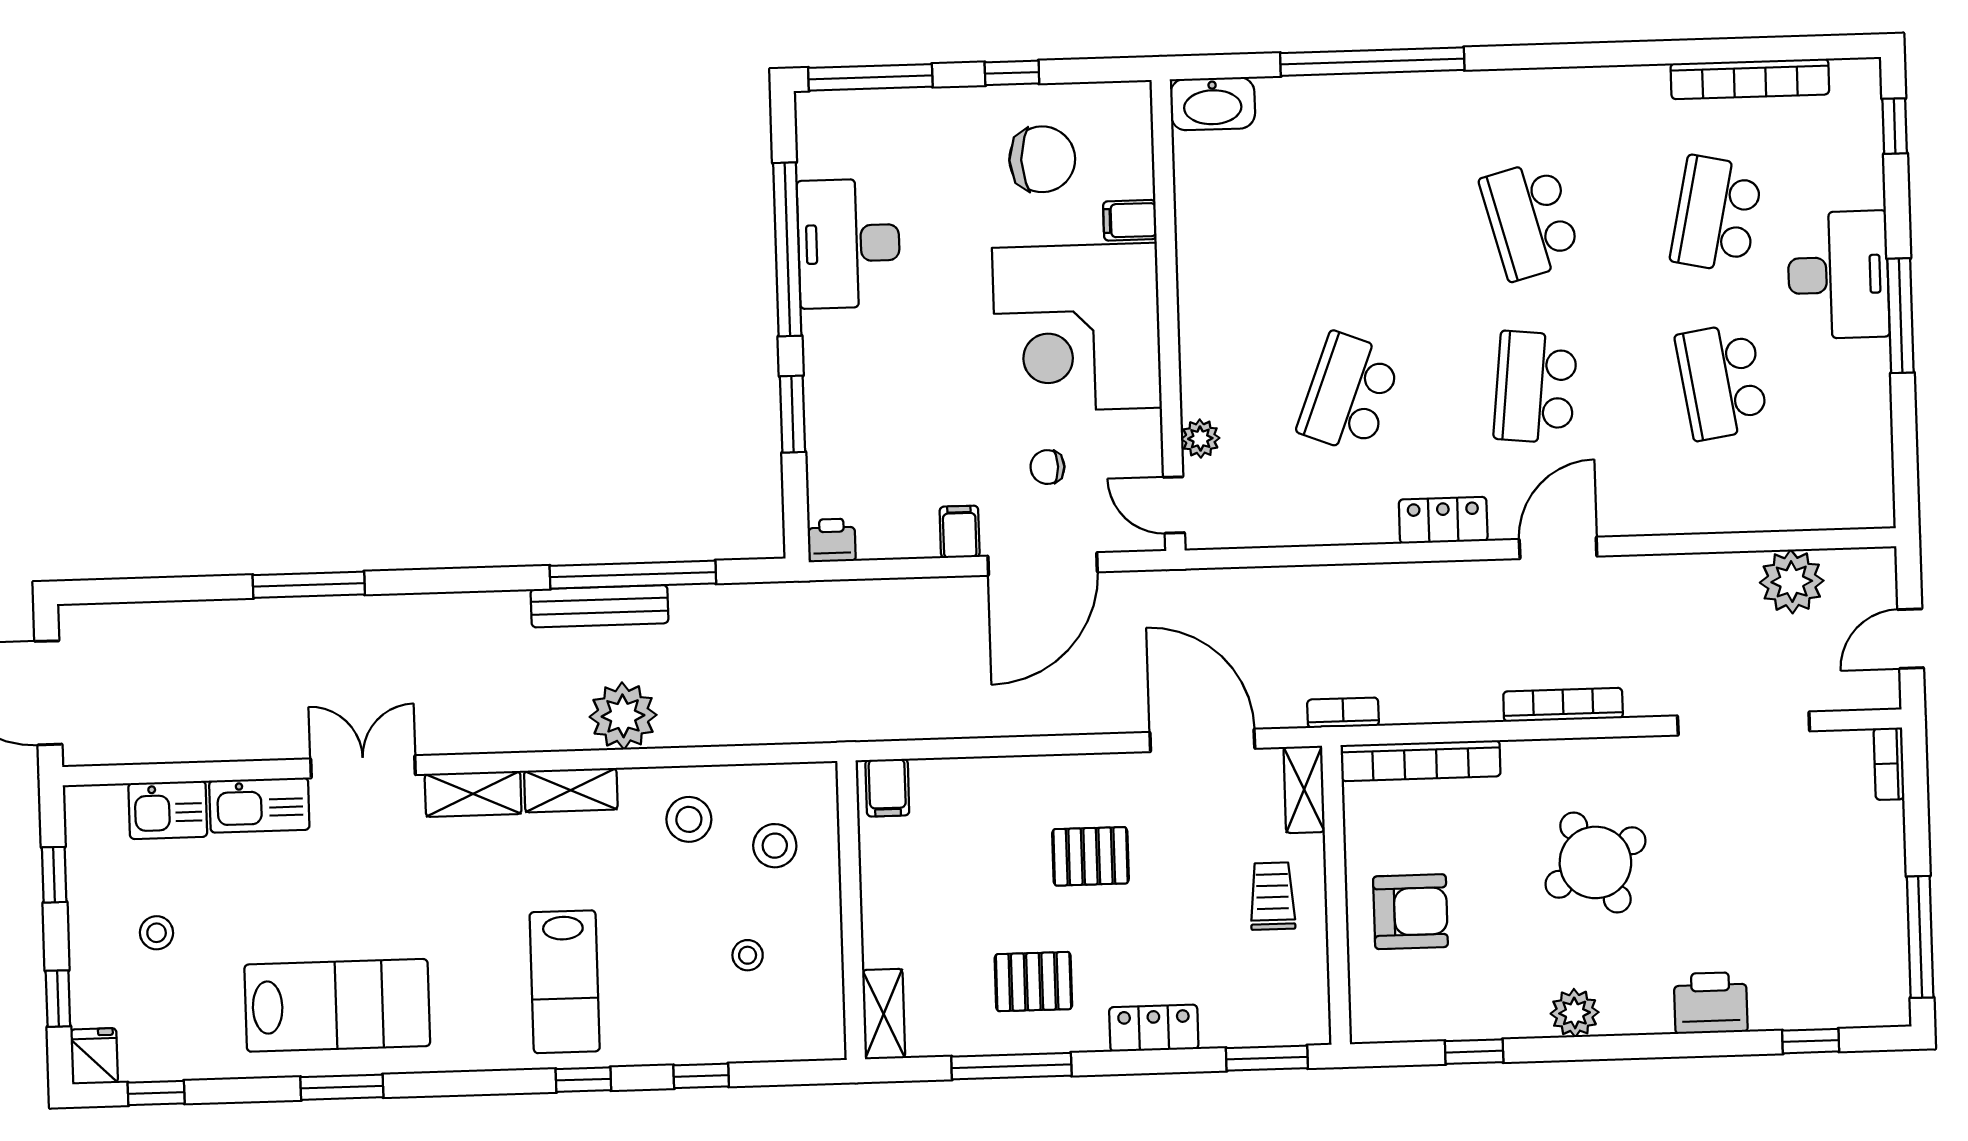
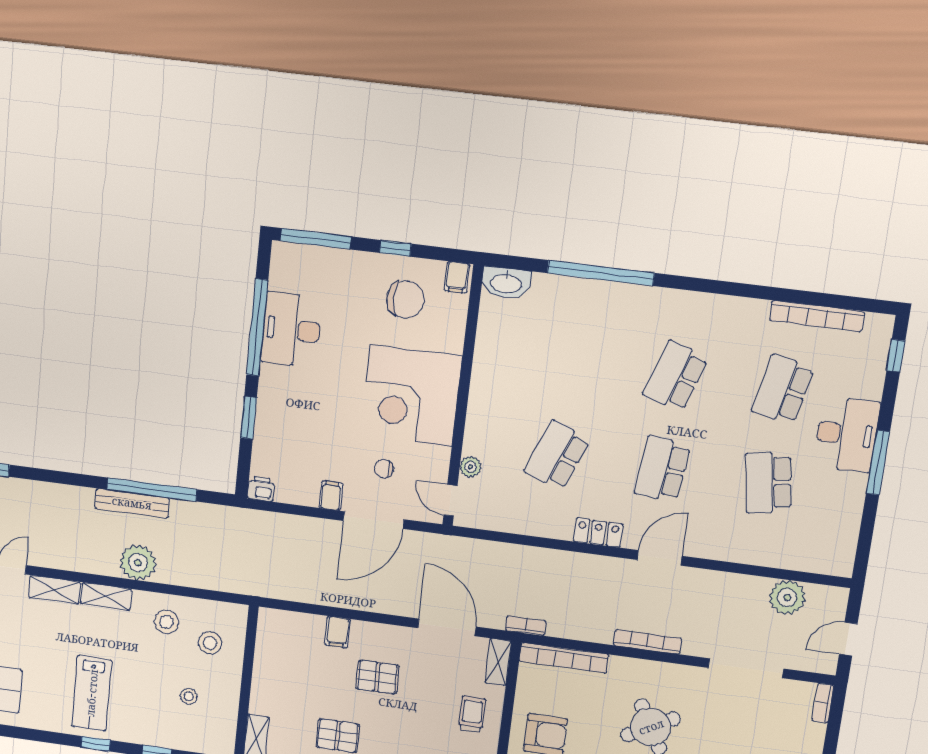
filing cabinet: (1130, 220) -> (457, 277), moved, turned -90
school desk: (1530, 220) -> (676, 376), turned 33
filing cabinet: (887, 788) -> (337, 632), moved

